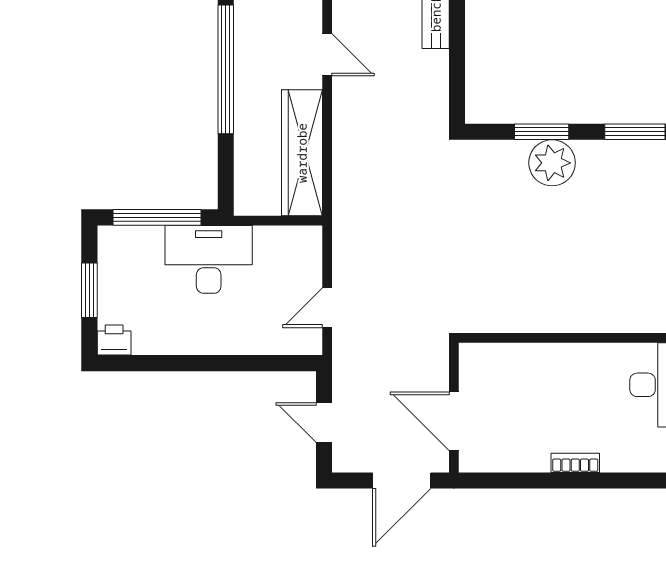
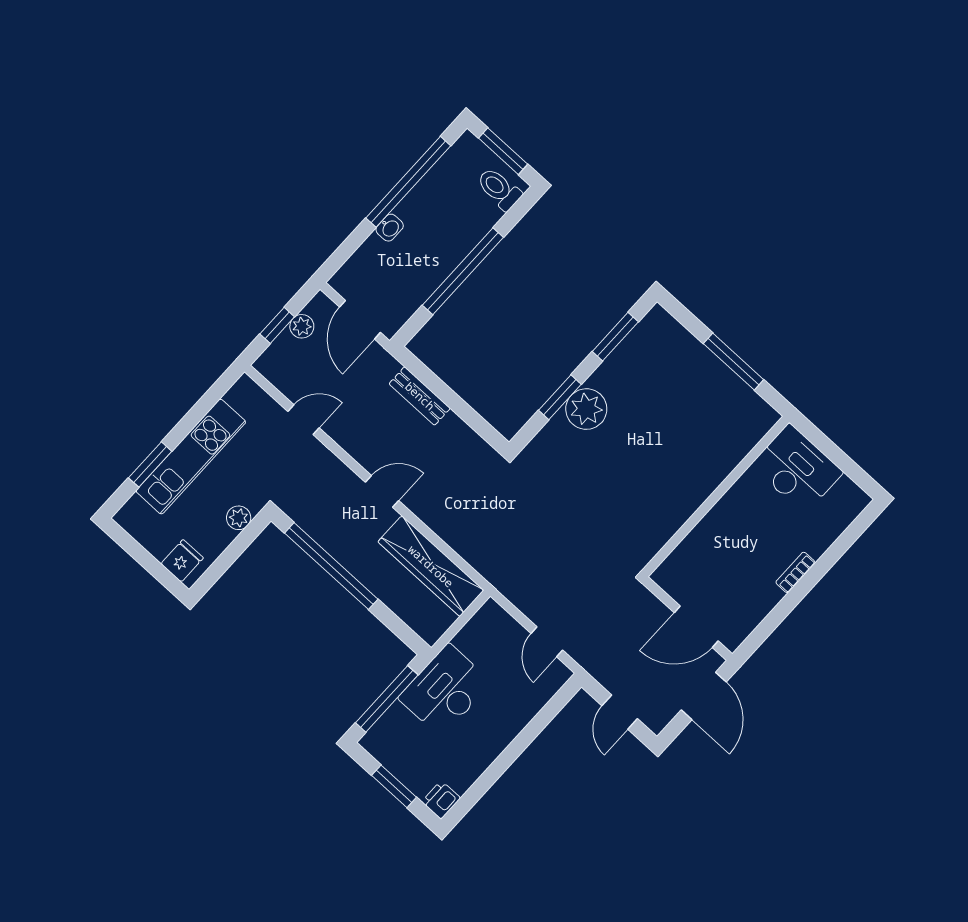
door: (324, 422) -> (620, 712), hinge flipped

